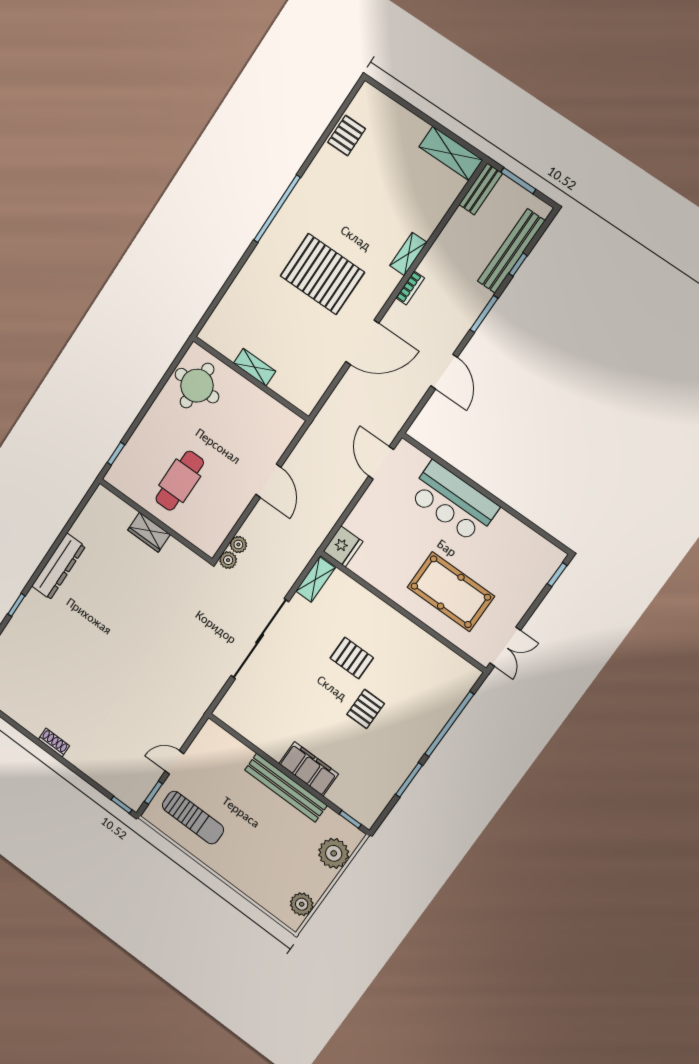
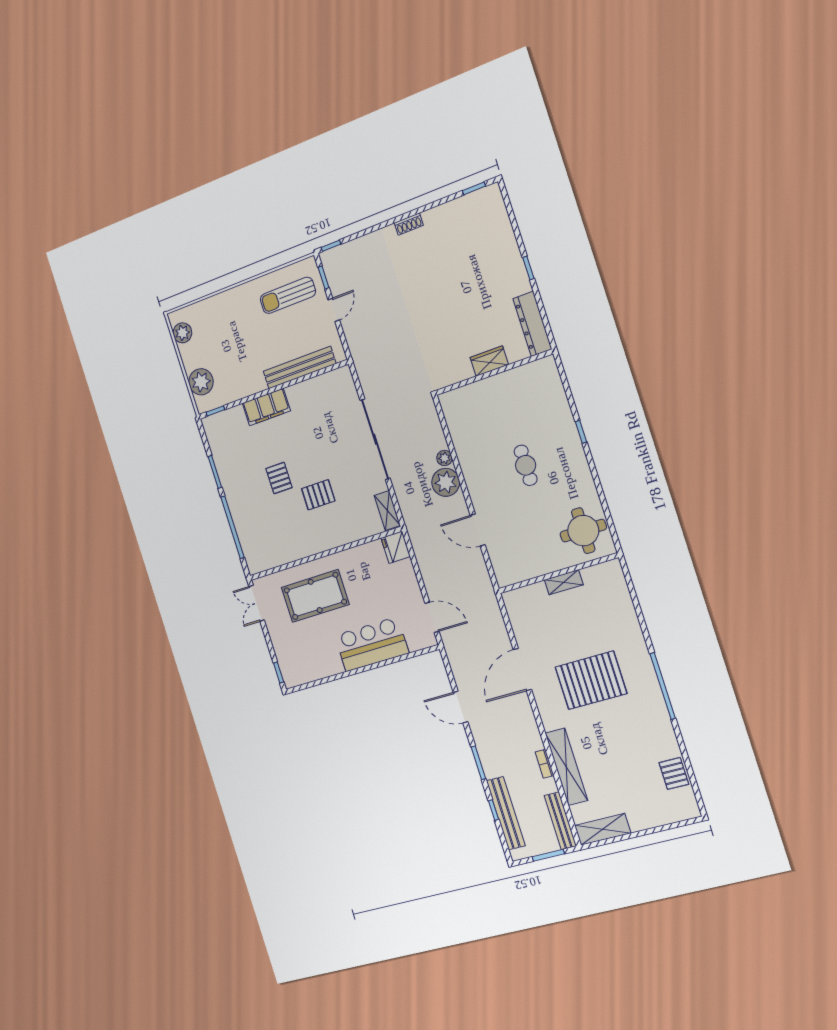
bench: (481, 189) -> (560, 821), width x1.36
shelving: (408, 254) -> (566, 767), width x2.20, depth x1.33
bookcase: (410, 288) -> (545, 764), moved
cafe table: (180, 481) -> (526, 465), width x0.73, depth x0.74
wall: (156, 521) -> (494, 373), moved
wardrobe: (149, 532) -> (489, 361), moved
plant: (238, 545) -> (446, 482), width x1.88, depth x1.88
bench: (286, 788) -> (300, 367), moved

